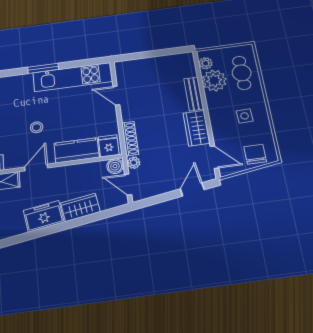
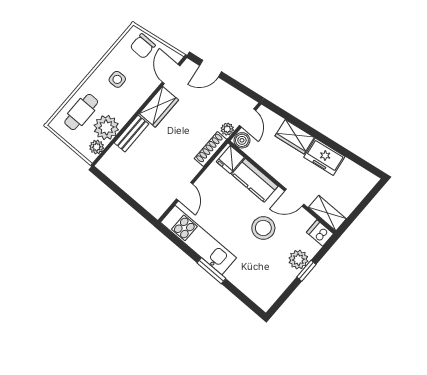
stool: (37, 127) -> (263, 228), width x1.89, depth x1.89

